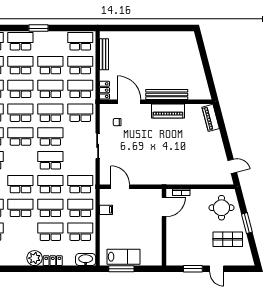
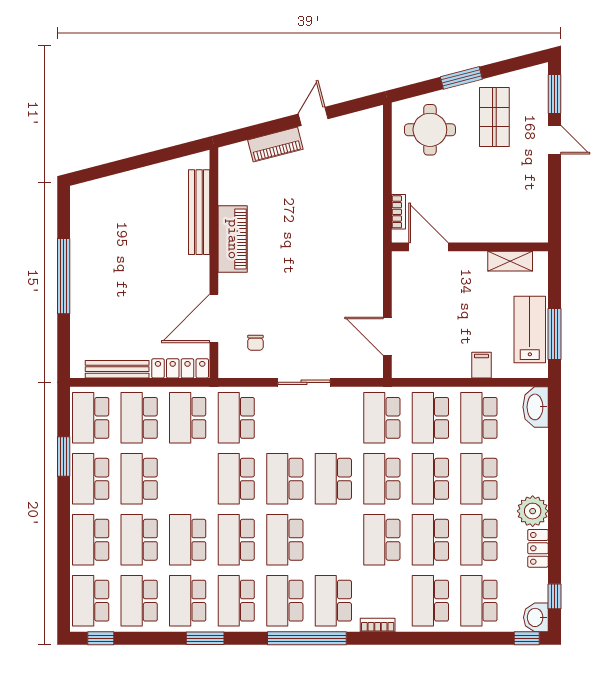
window: (38, 28) -> (64, 456), moved
window: (150, 28) -> (64, 276), added
school desk: (50, 89) -> (91, 479), moved
locker: (105, 90) -> (180, 368), width x1.53
bench: (167, 94) -> (199, 212), moved
piano: (211, 118) -> (275, 145), moved
door: (232, 166) -> (313, 116), moved
door: (120, 187) -> (387, 336), hinge flipped
filing cabinet: (106, 210) -> (481, 365), moved
school desk: (20, 232) -> (479, 540), added
shelving: (157, 247) -> (510, 261), added
locker: (53, 261) -> (538, 548), moved
window: (193, 269) -> (554, 94), moved
door: (217, 269) -> (554, 140), hinge flipped

